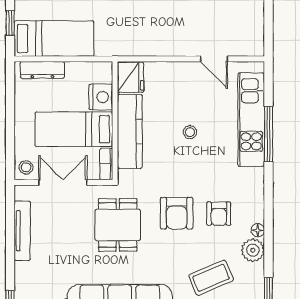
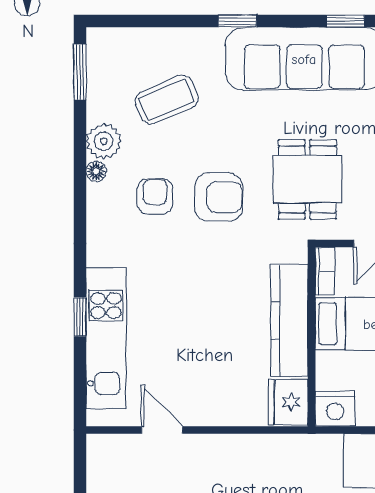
nightstand: (101, 97) -> (335, 409), moved, turned -90
stool: (190, 132) -> (199, 319), removed
window: (268, 134) -> (80, 317), width x0.46
armchair: (177, 213) -> (219, 197), turned 90

